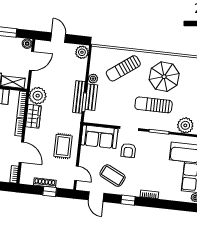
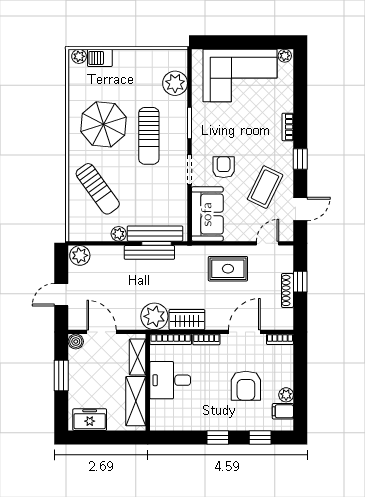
bench: (91, 97) -> (155, 234), width x1.36
armchair: (128, 150) -> (224, 167), turned -90

